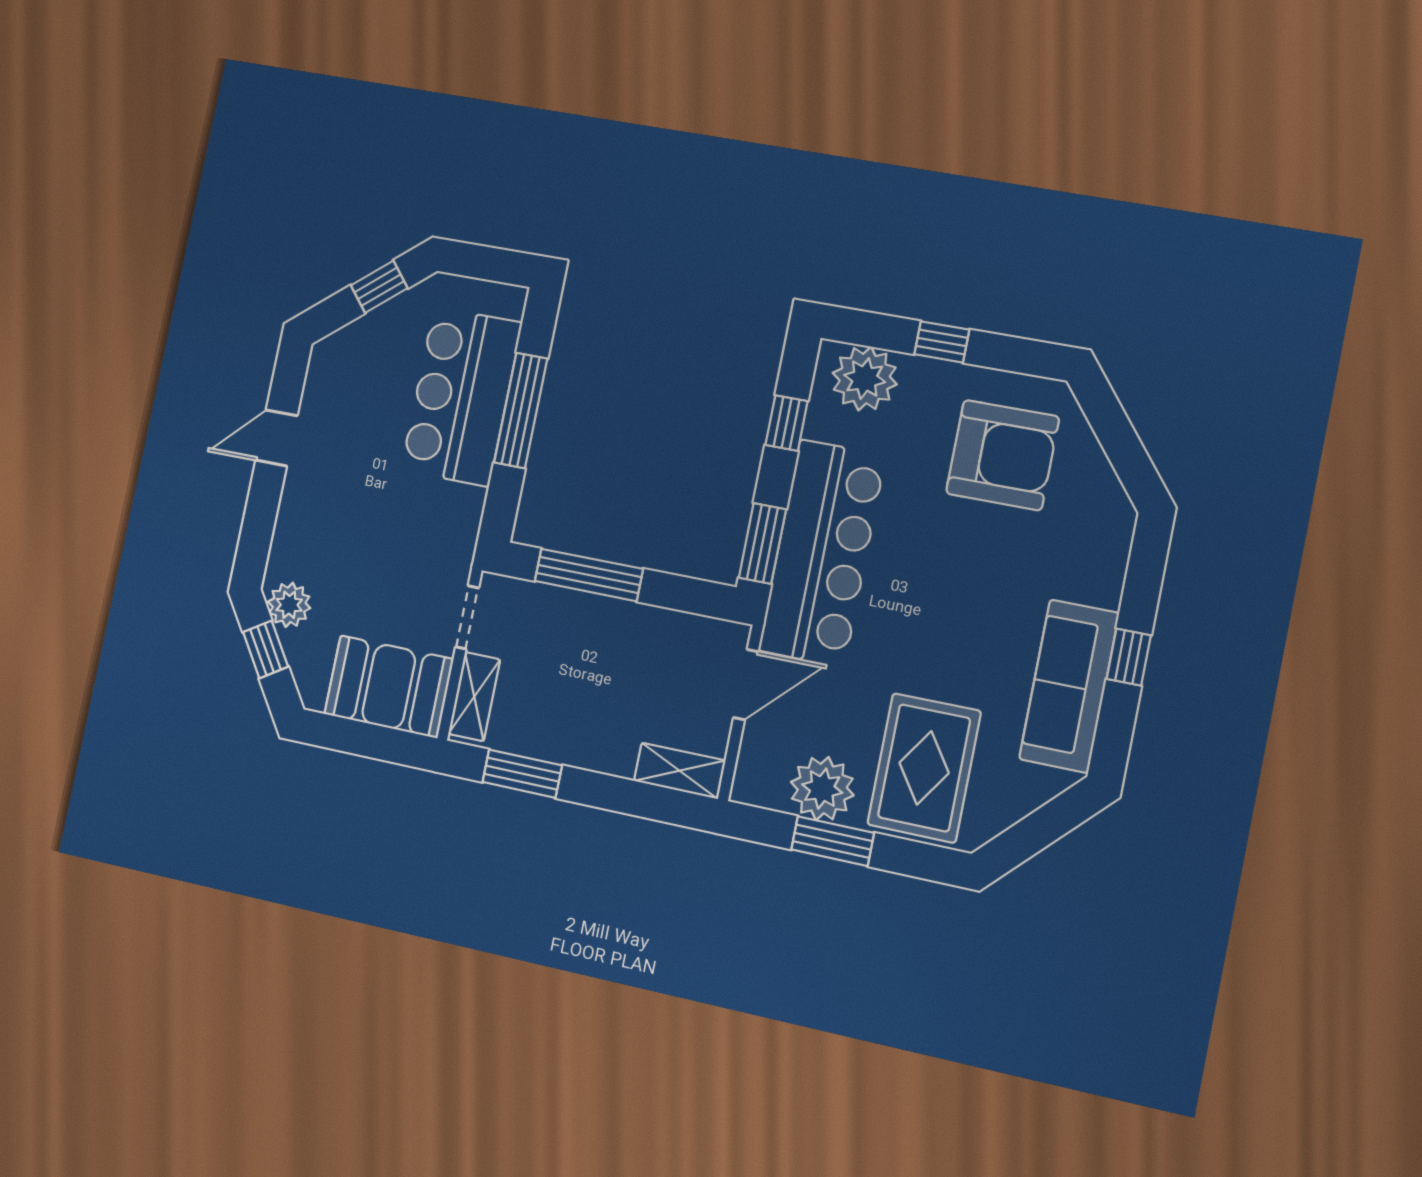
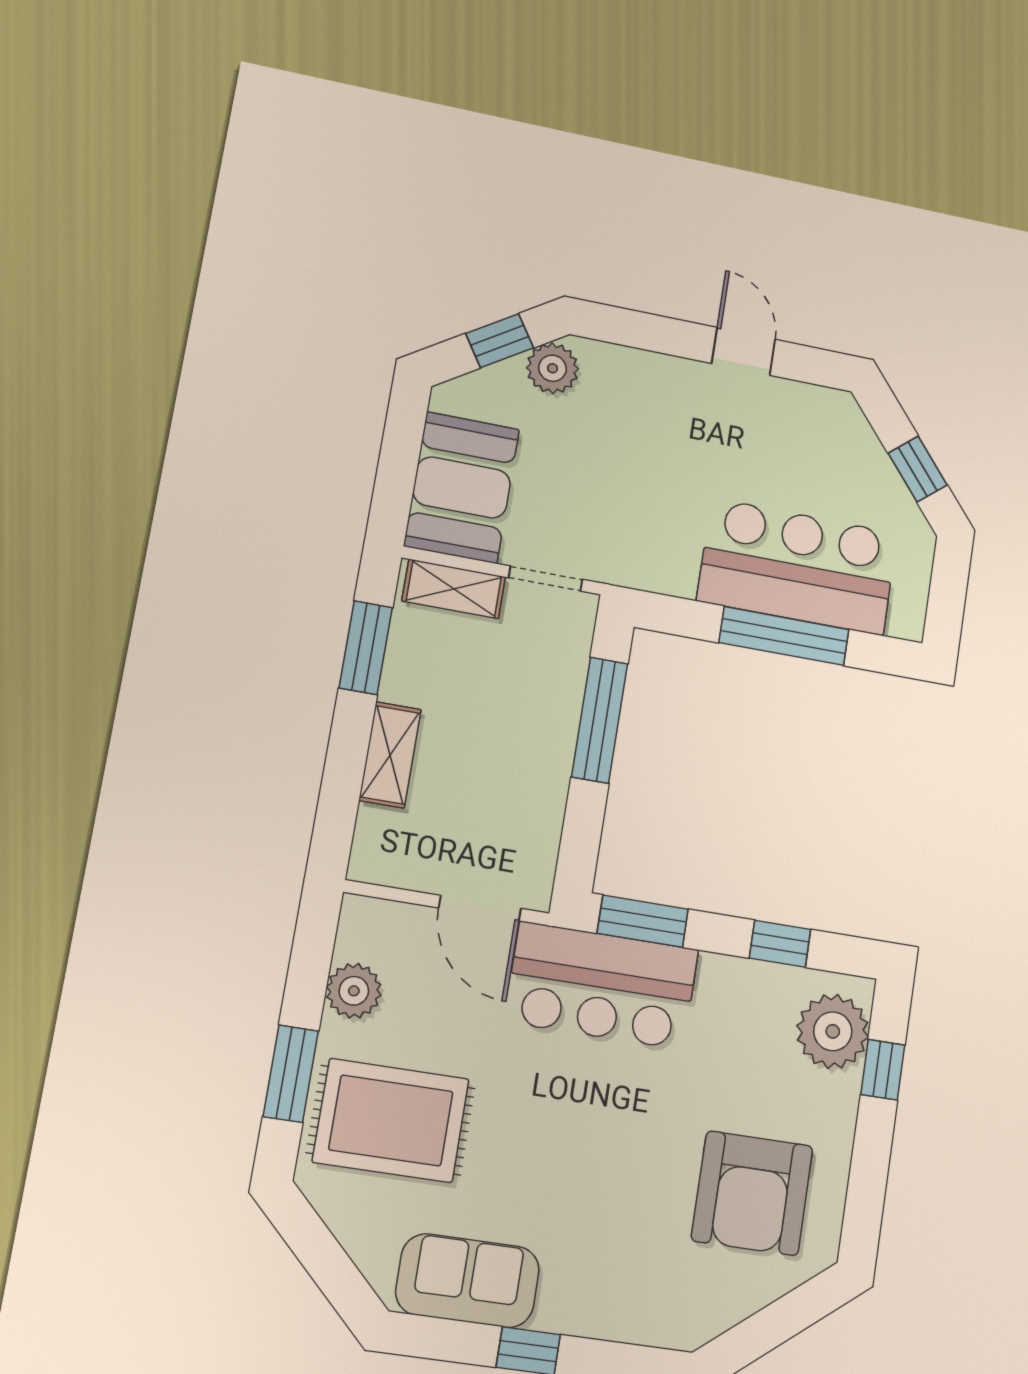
window: (942, 342) -> (883, 1070), moved
bar counter: (822, 553) -> (602, 986), width x0.73
sofa: (1069, 686) -> (468, 1281), width x0.73
shelving: (680, 771) -> (390, 755), moved
plant: (822, 789) -> (354, 991), width x0.73, depth x0.73
window: (833, 841) -> (291, 1074), moved

